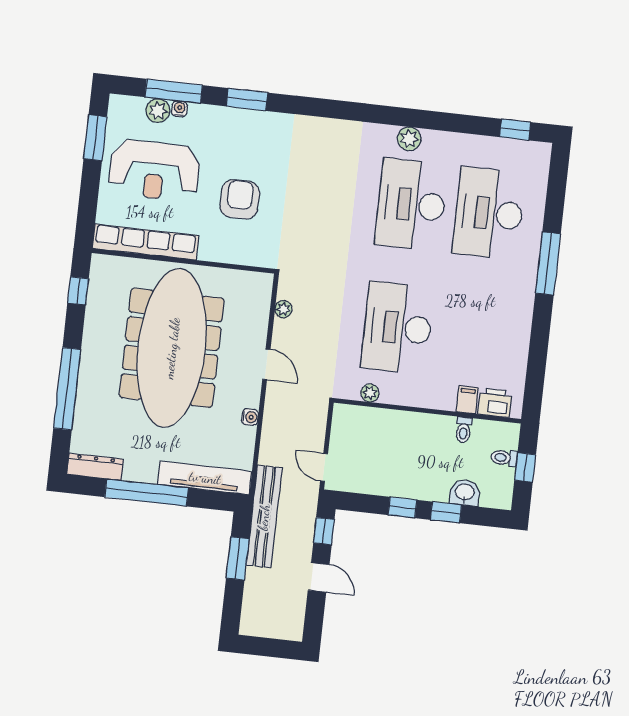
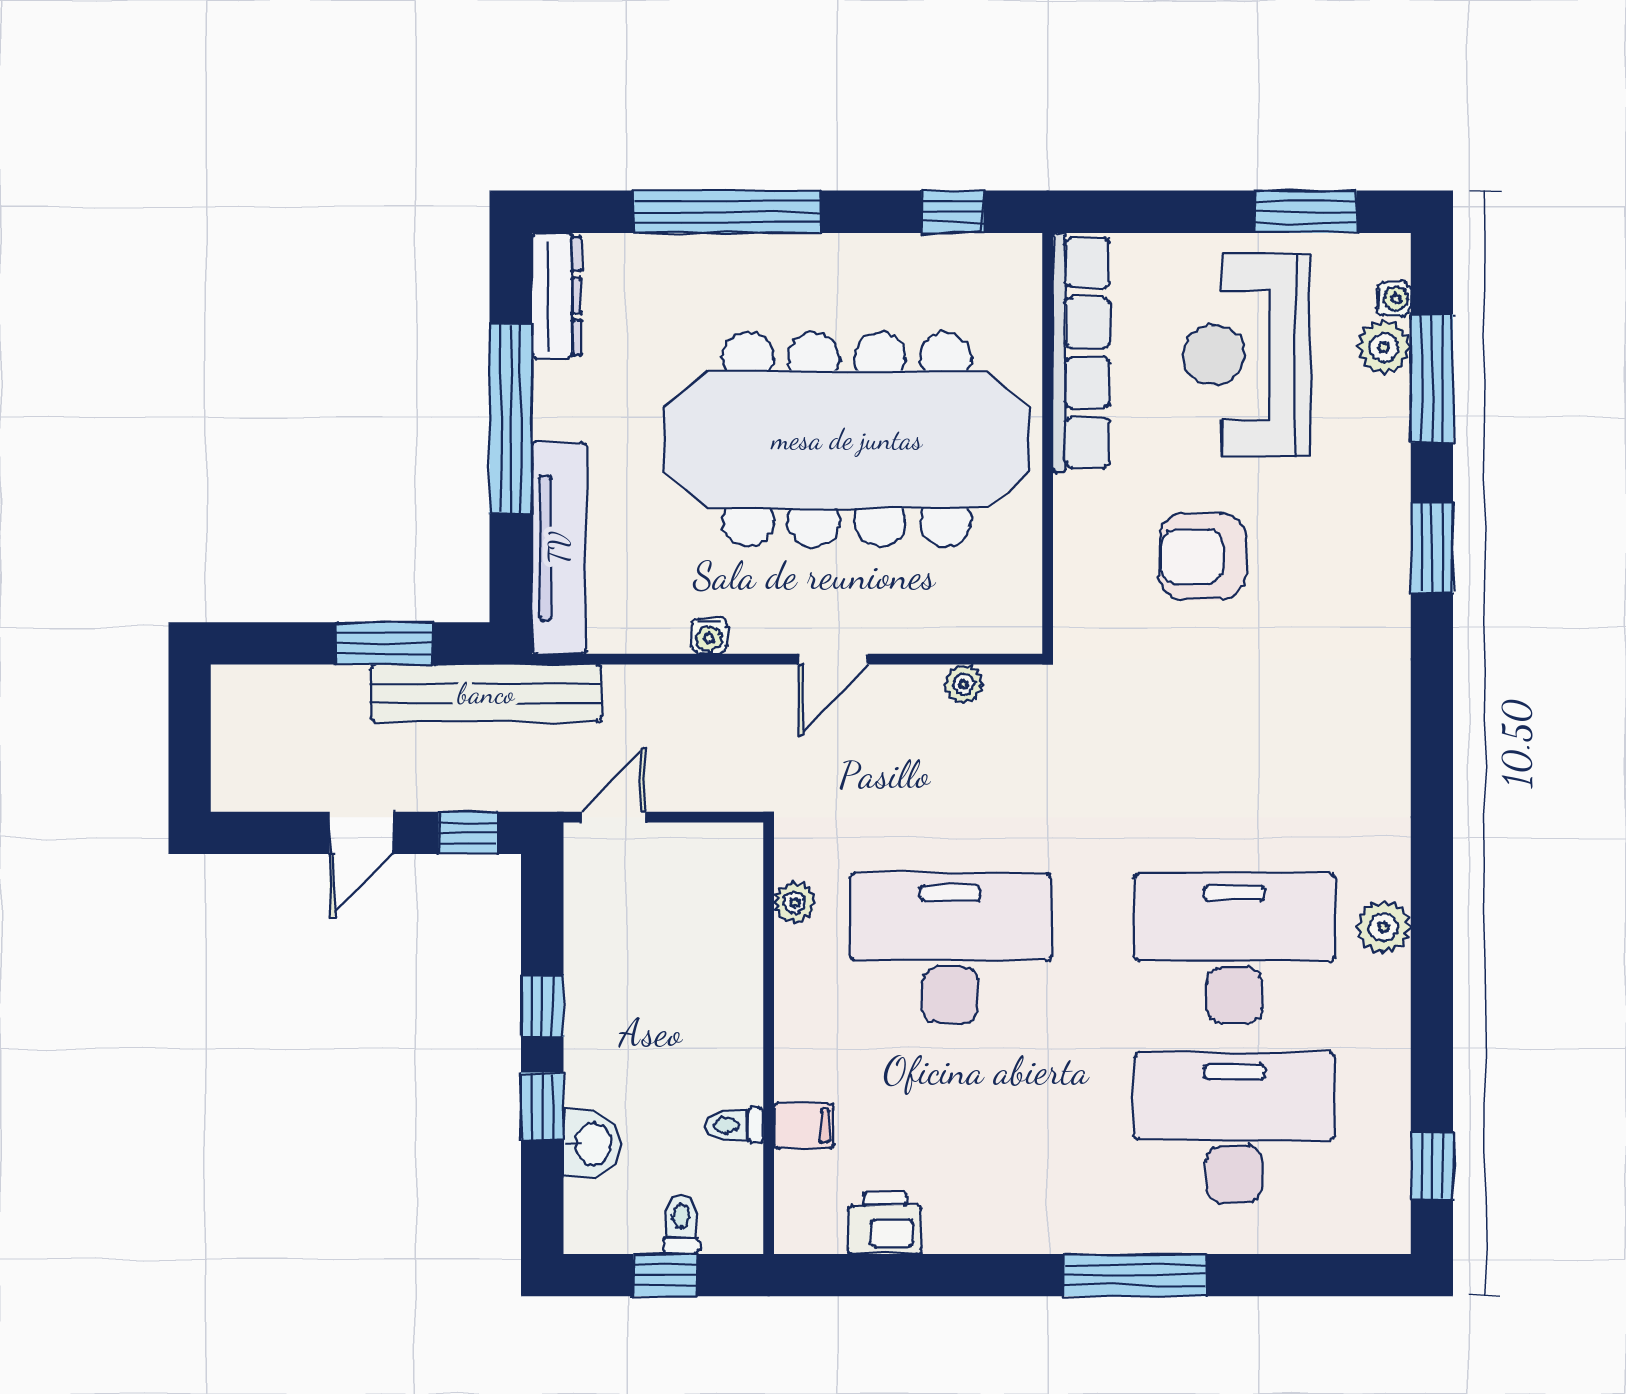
water cooler: (180, 109) -> (1393, 299), moved
armchair: (240, 199) -> (1202, 557), turned 180
printer: (495, 403) -> (885, 1224), moved, turned -90

